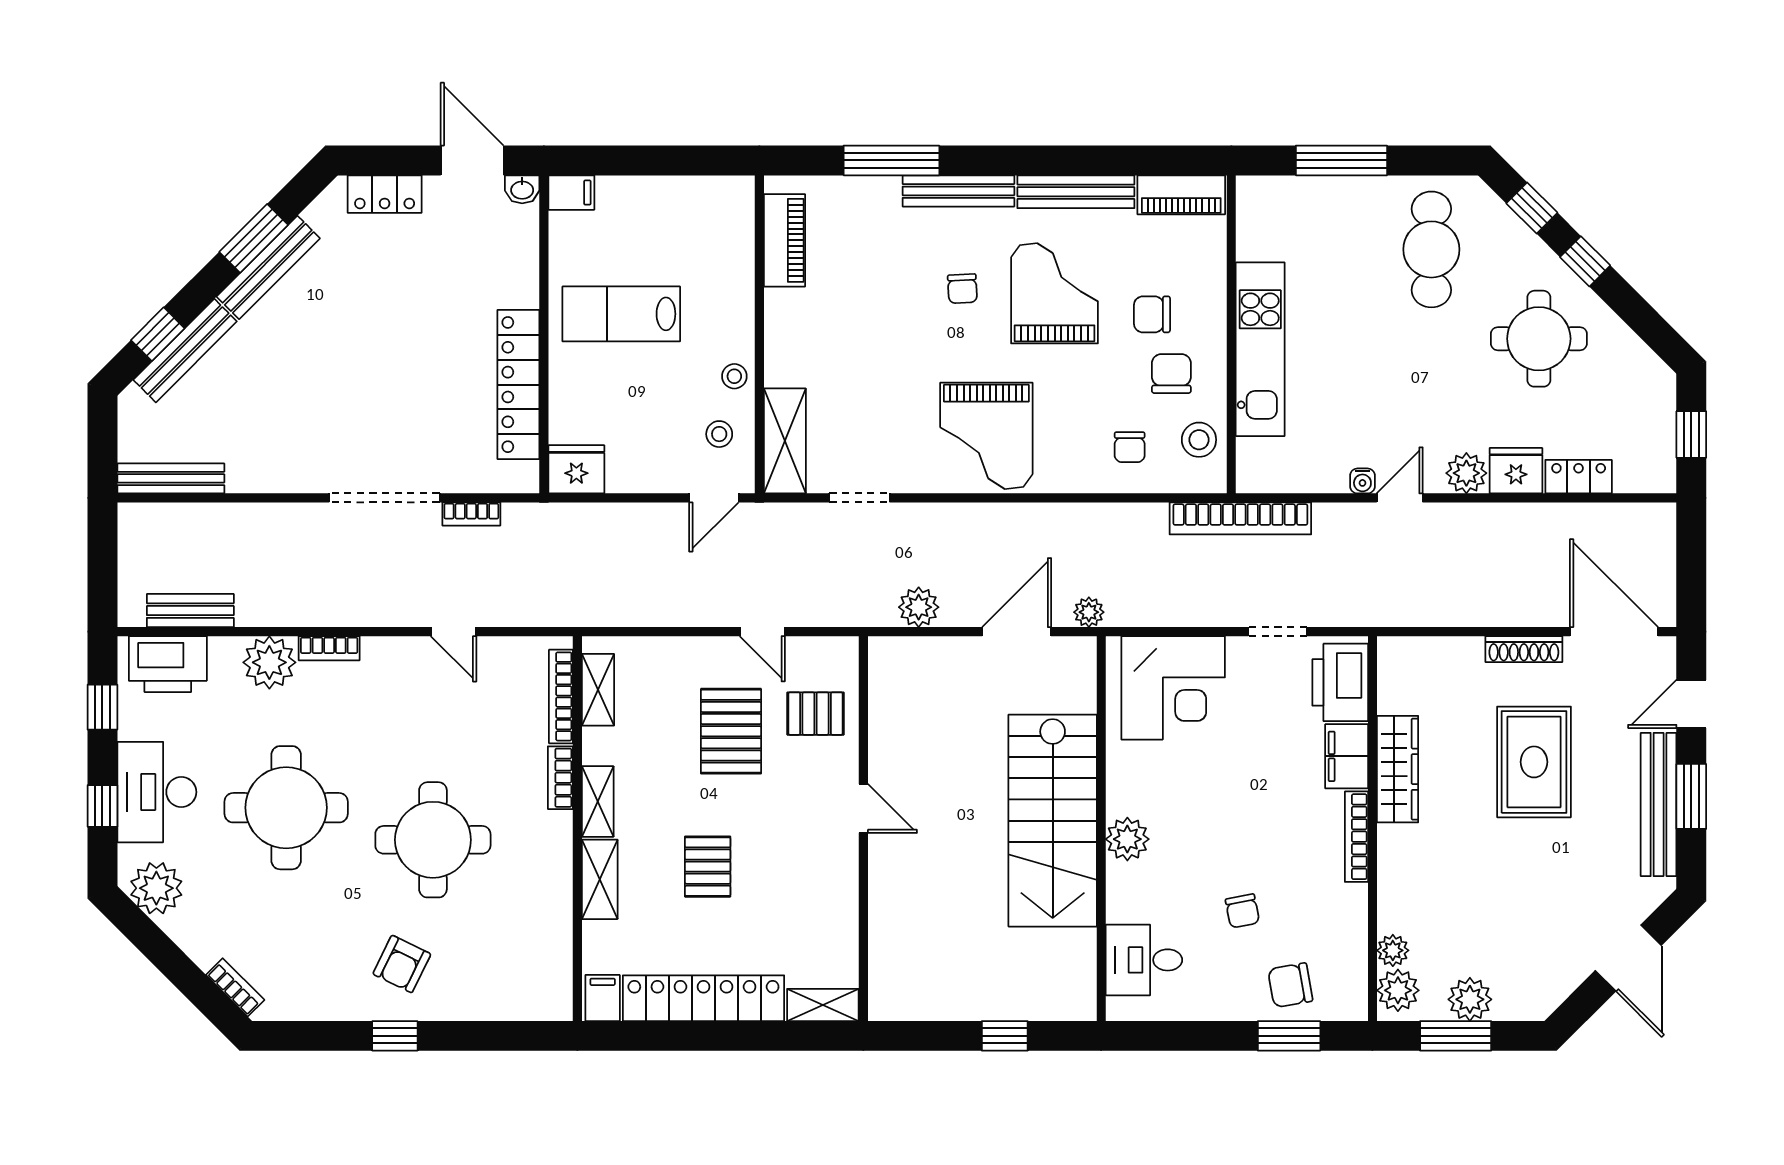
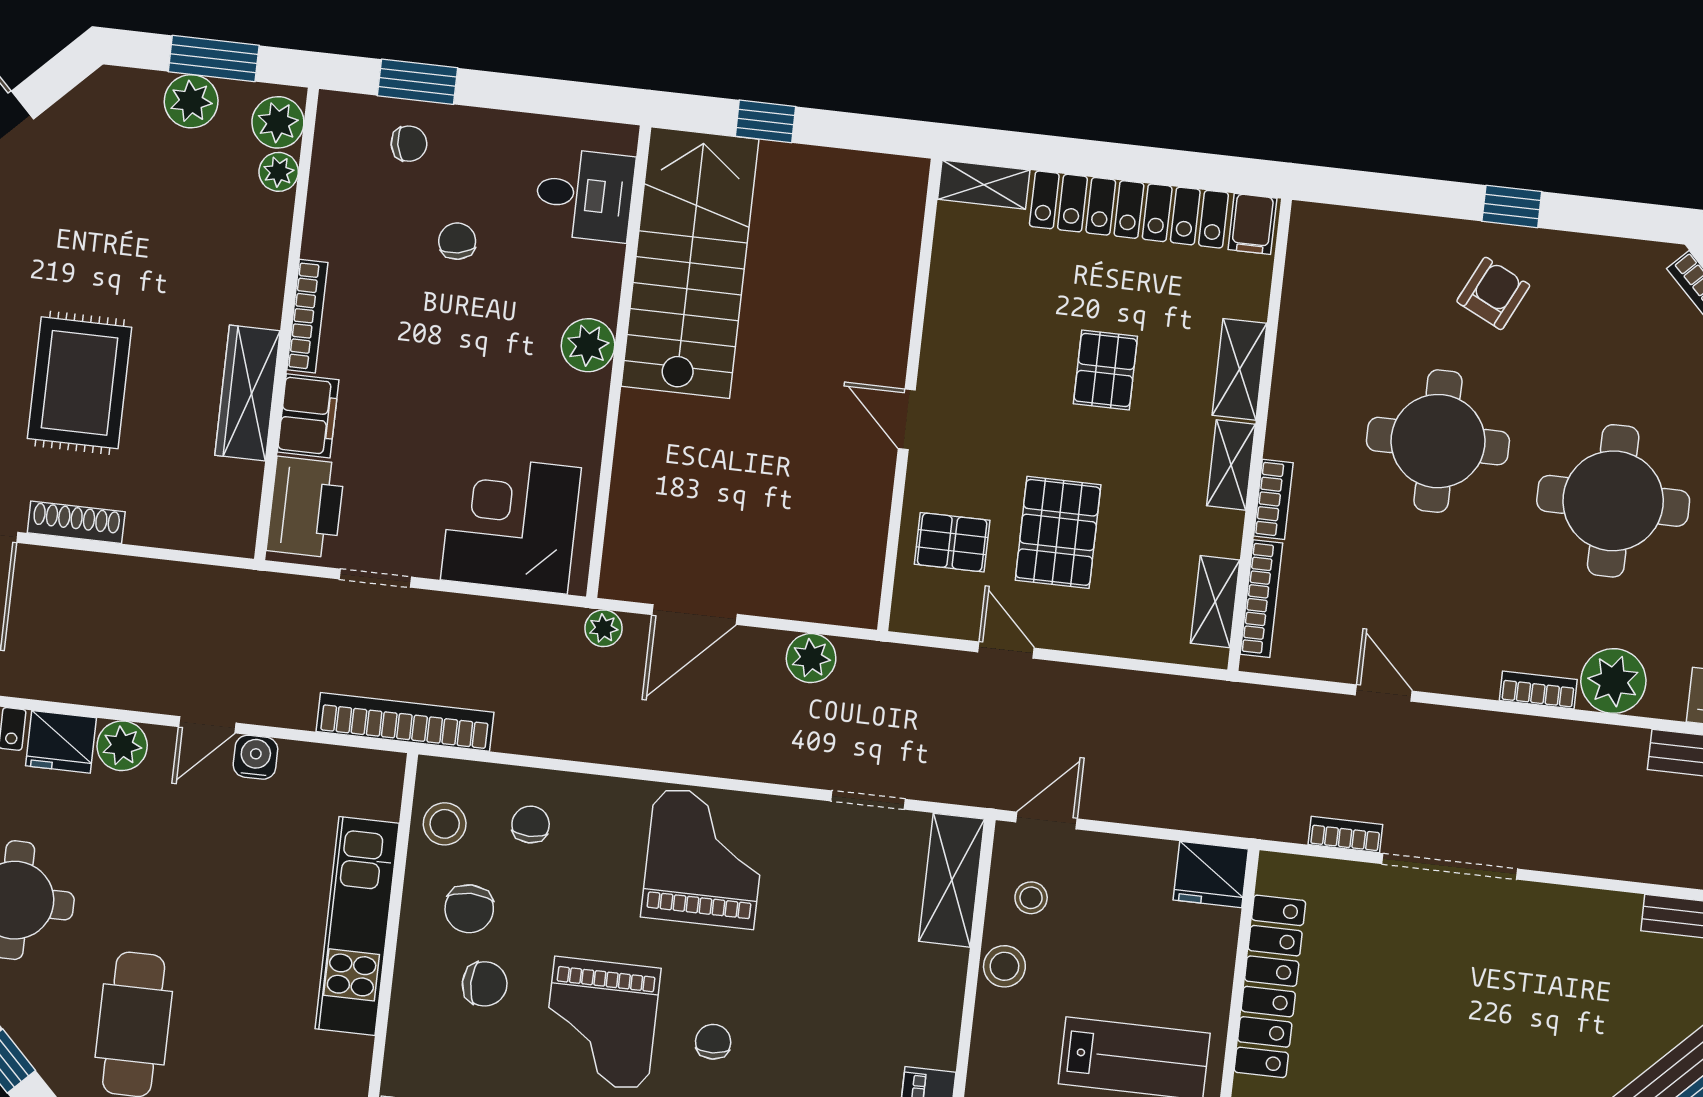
stool: (734, 376) -> (1004, 966), width x1.37, depth x1.37
water cooler: (1362, 481) -> (255, 757), width x1.38, depth x1.38
stairs: (1053, 821) -> (690, 263), moved
chair: (1290, 985) -> (409, 144), width x0.73, depth x0.73

